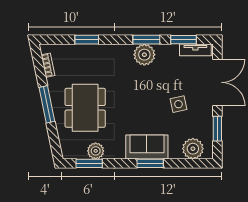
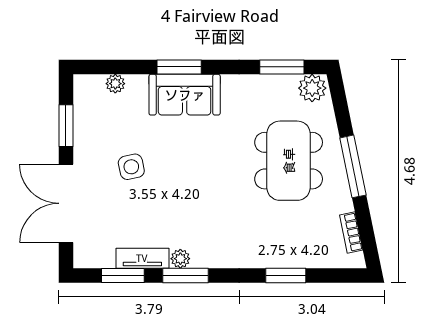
tv unit: (195, 50) -> (142, 258), moved
plant: (144, 55) -> (180, 259), width x0.53, depth x0.53
plant: (193, 149) -> (115, 84), width x0.53, depth x0.53
plant: (96, 151) -> (312, 88), moved

